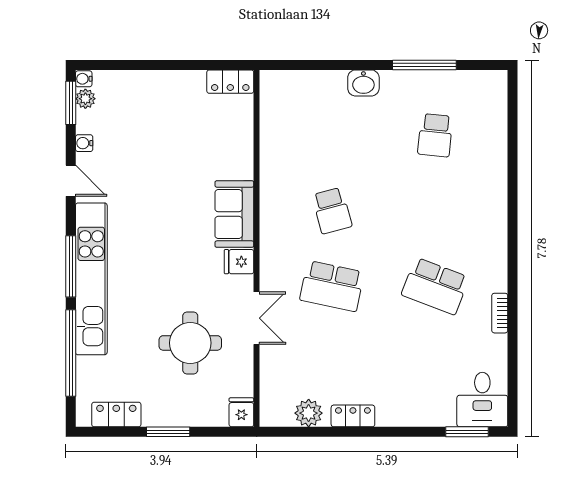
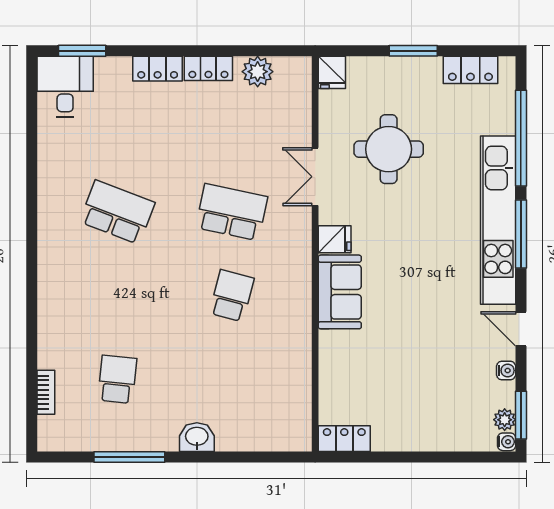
school desk: (332, 211) -> (232, 296), turned 30
bookcase: (500, 313) -> (46, 392), moved
locker: (399, 416) -> (158, 69), added

